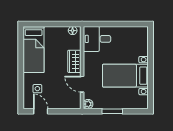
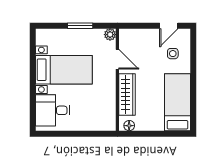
desk: (97, 39) -> (53, 110), moved, turned 180
wardrobe: (74, 61) -> (127, 94), width x1.50
door: (41, 111) -> (169, 26), hinge flipped

